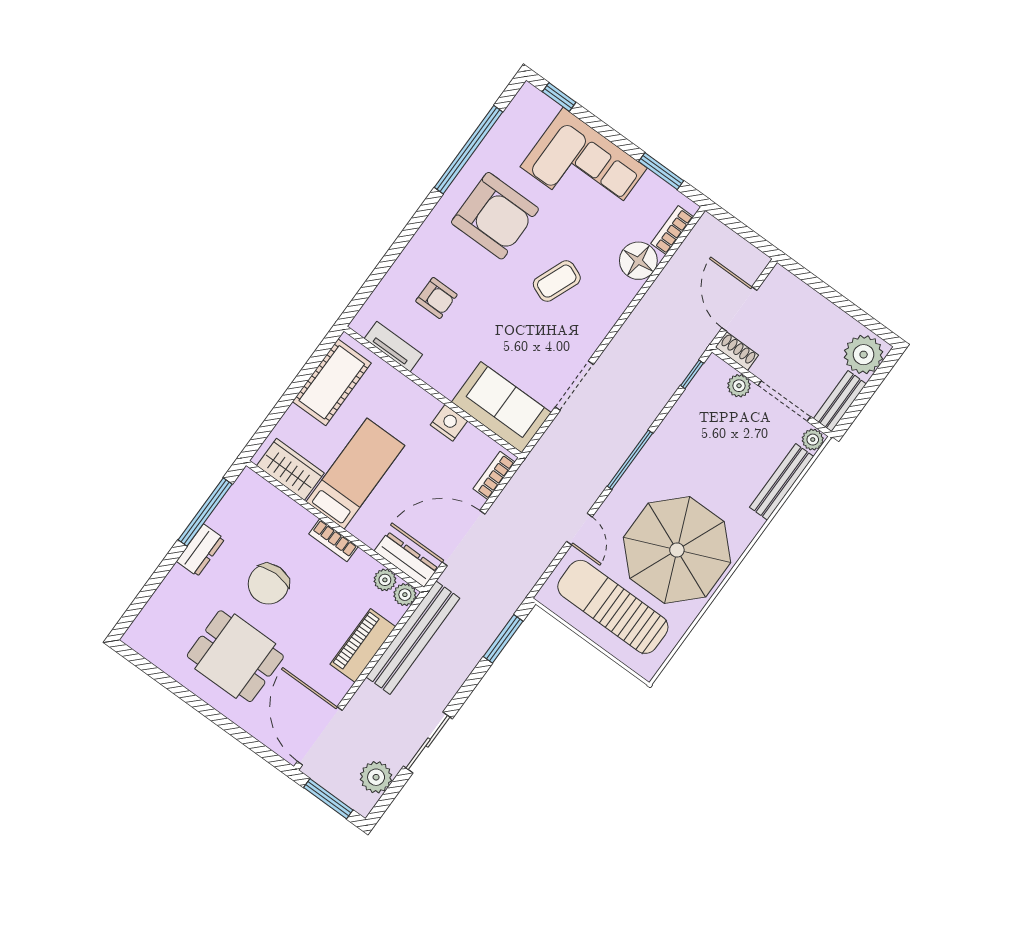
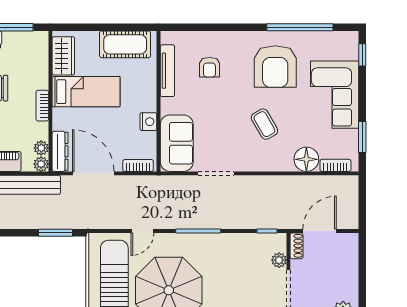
coffee table: (557, 281) -> (264, 124), turned 38
tv unit: (393, 347) -> (167, 71), width x1.41

